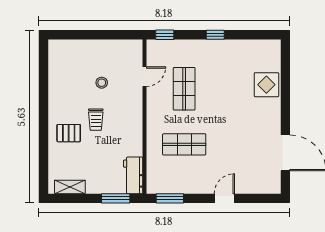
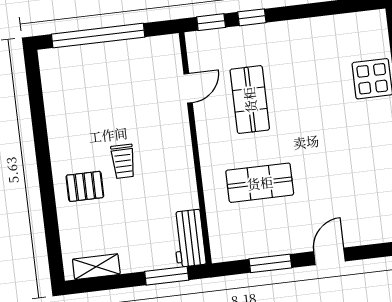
window: (89, 35) -> (98, 36), added
window: (215, 35) -> (252, 17), moved
stool: (102, 83) -> (125, 105), removed
window: (170, 198) -> (270, 263), moved

